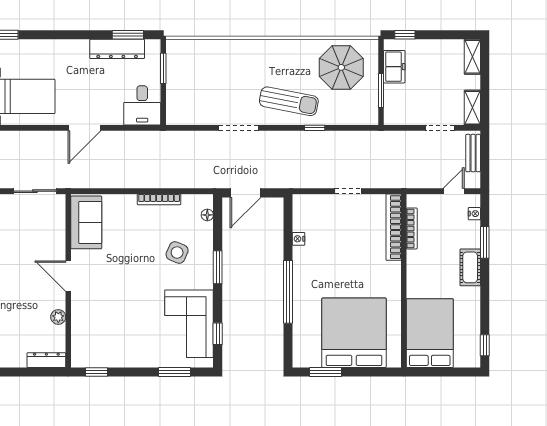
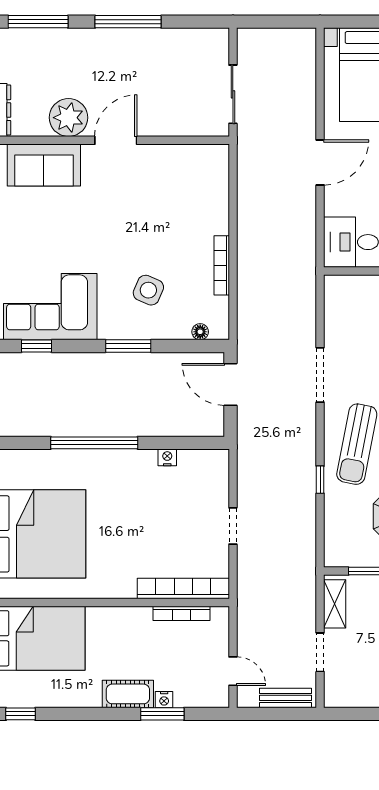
shelving: (472, 108) -> (335, 604), moved, turned 90
door: (84, 128) -> (320, 162), swing flipped
nightstand: (474, 214) -> (164, 700), moved
sofa: (86, 222) -> (44, 165), moved
plant: (58, 317) -> (68, 118), width x1.87, depth x1.87

